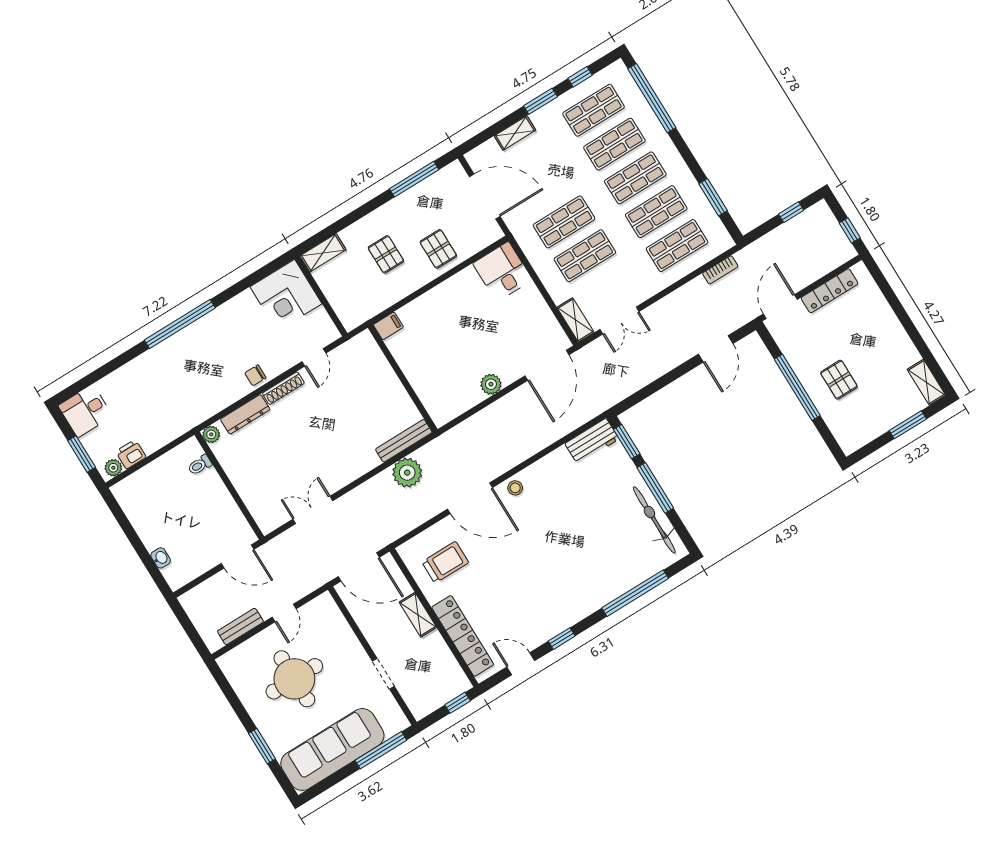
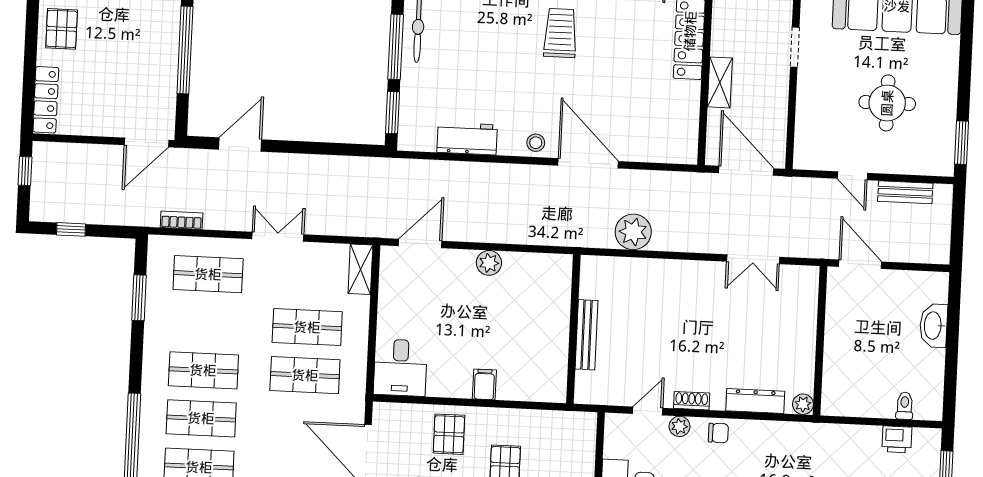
shop shelf: (656, 212) -> (206, 322), removed
locker: (830, 291) -> (46, 100), moved, turned 90
double door: (619, 321) -> (278, 237), moved
filing cabinet: (388, 326) -> (484, 384), moved, turned 90
door: (547, 365) -> (420, 243), width x0.73
pallet: (839, 380) -> (62, 29), moved
shoe rack: (283, 388) -> (692, 401), width x0.70
bench: (404, 441) -> (586, 335), moved, turned 90
workbench: (592, 441) -> (467, 139), moved
toilet: (200, 465) -> (905, 406), moved, turned -90
plant: (113, 468) -> (679, 426), moved
washbasin: (161, 558) -> (934, 326), width x1.91, depth x1.45
trolley: (445, 562) -> (560, 33), moved, turned 90
door: (284, 613) -> (852, 176), swing flipped
round table: (294, 679) -> (887, 103), width x0.73, depth x0.73
window: (262, 746) -> (962, 143), moved

